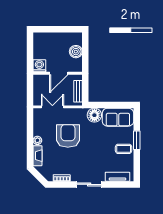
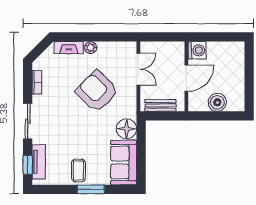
door: (59, 73) -> (186, 78), swing flipped
armchair: (68, 136) -> (97, 91), turned -136
window: (120, 184) -> (28, 165), added

